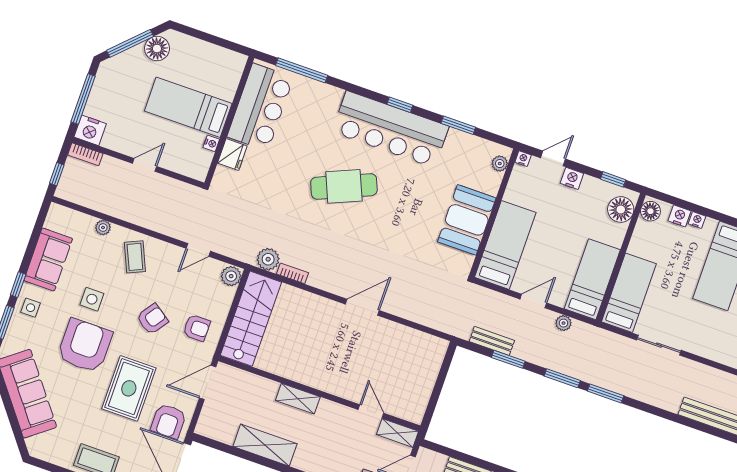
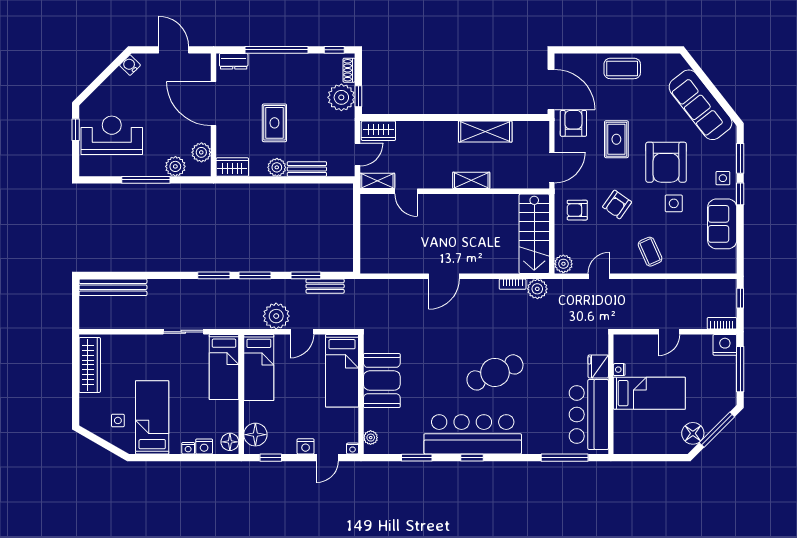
plant: (103, 228) -> (685, 267), removed
plant: (563, 323) -> (276, 316), width x1.87, depth x1.87
rug: (129, 388) -> (616, 139), width x0.73, depth x0.70

